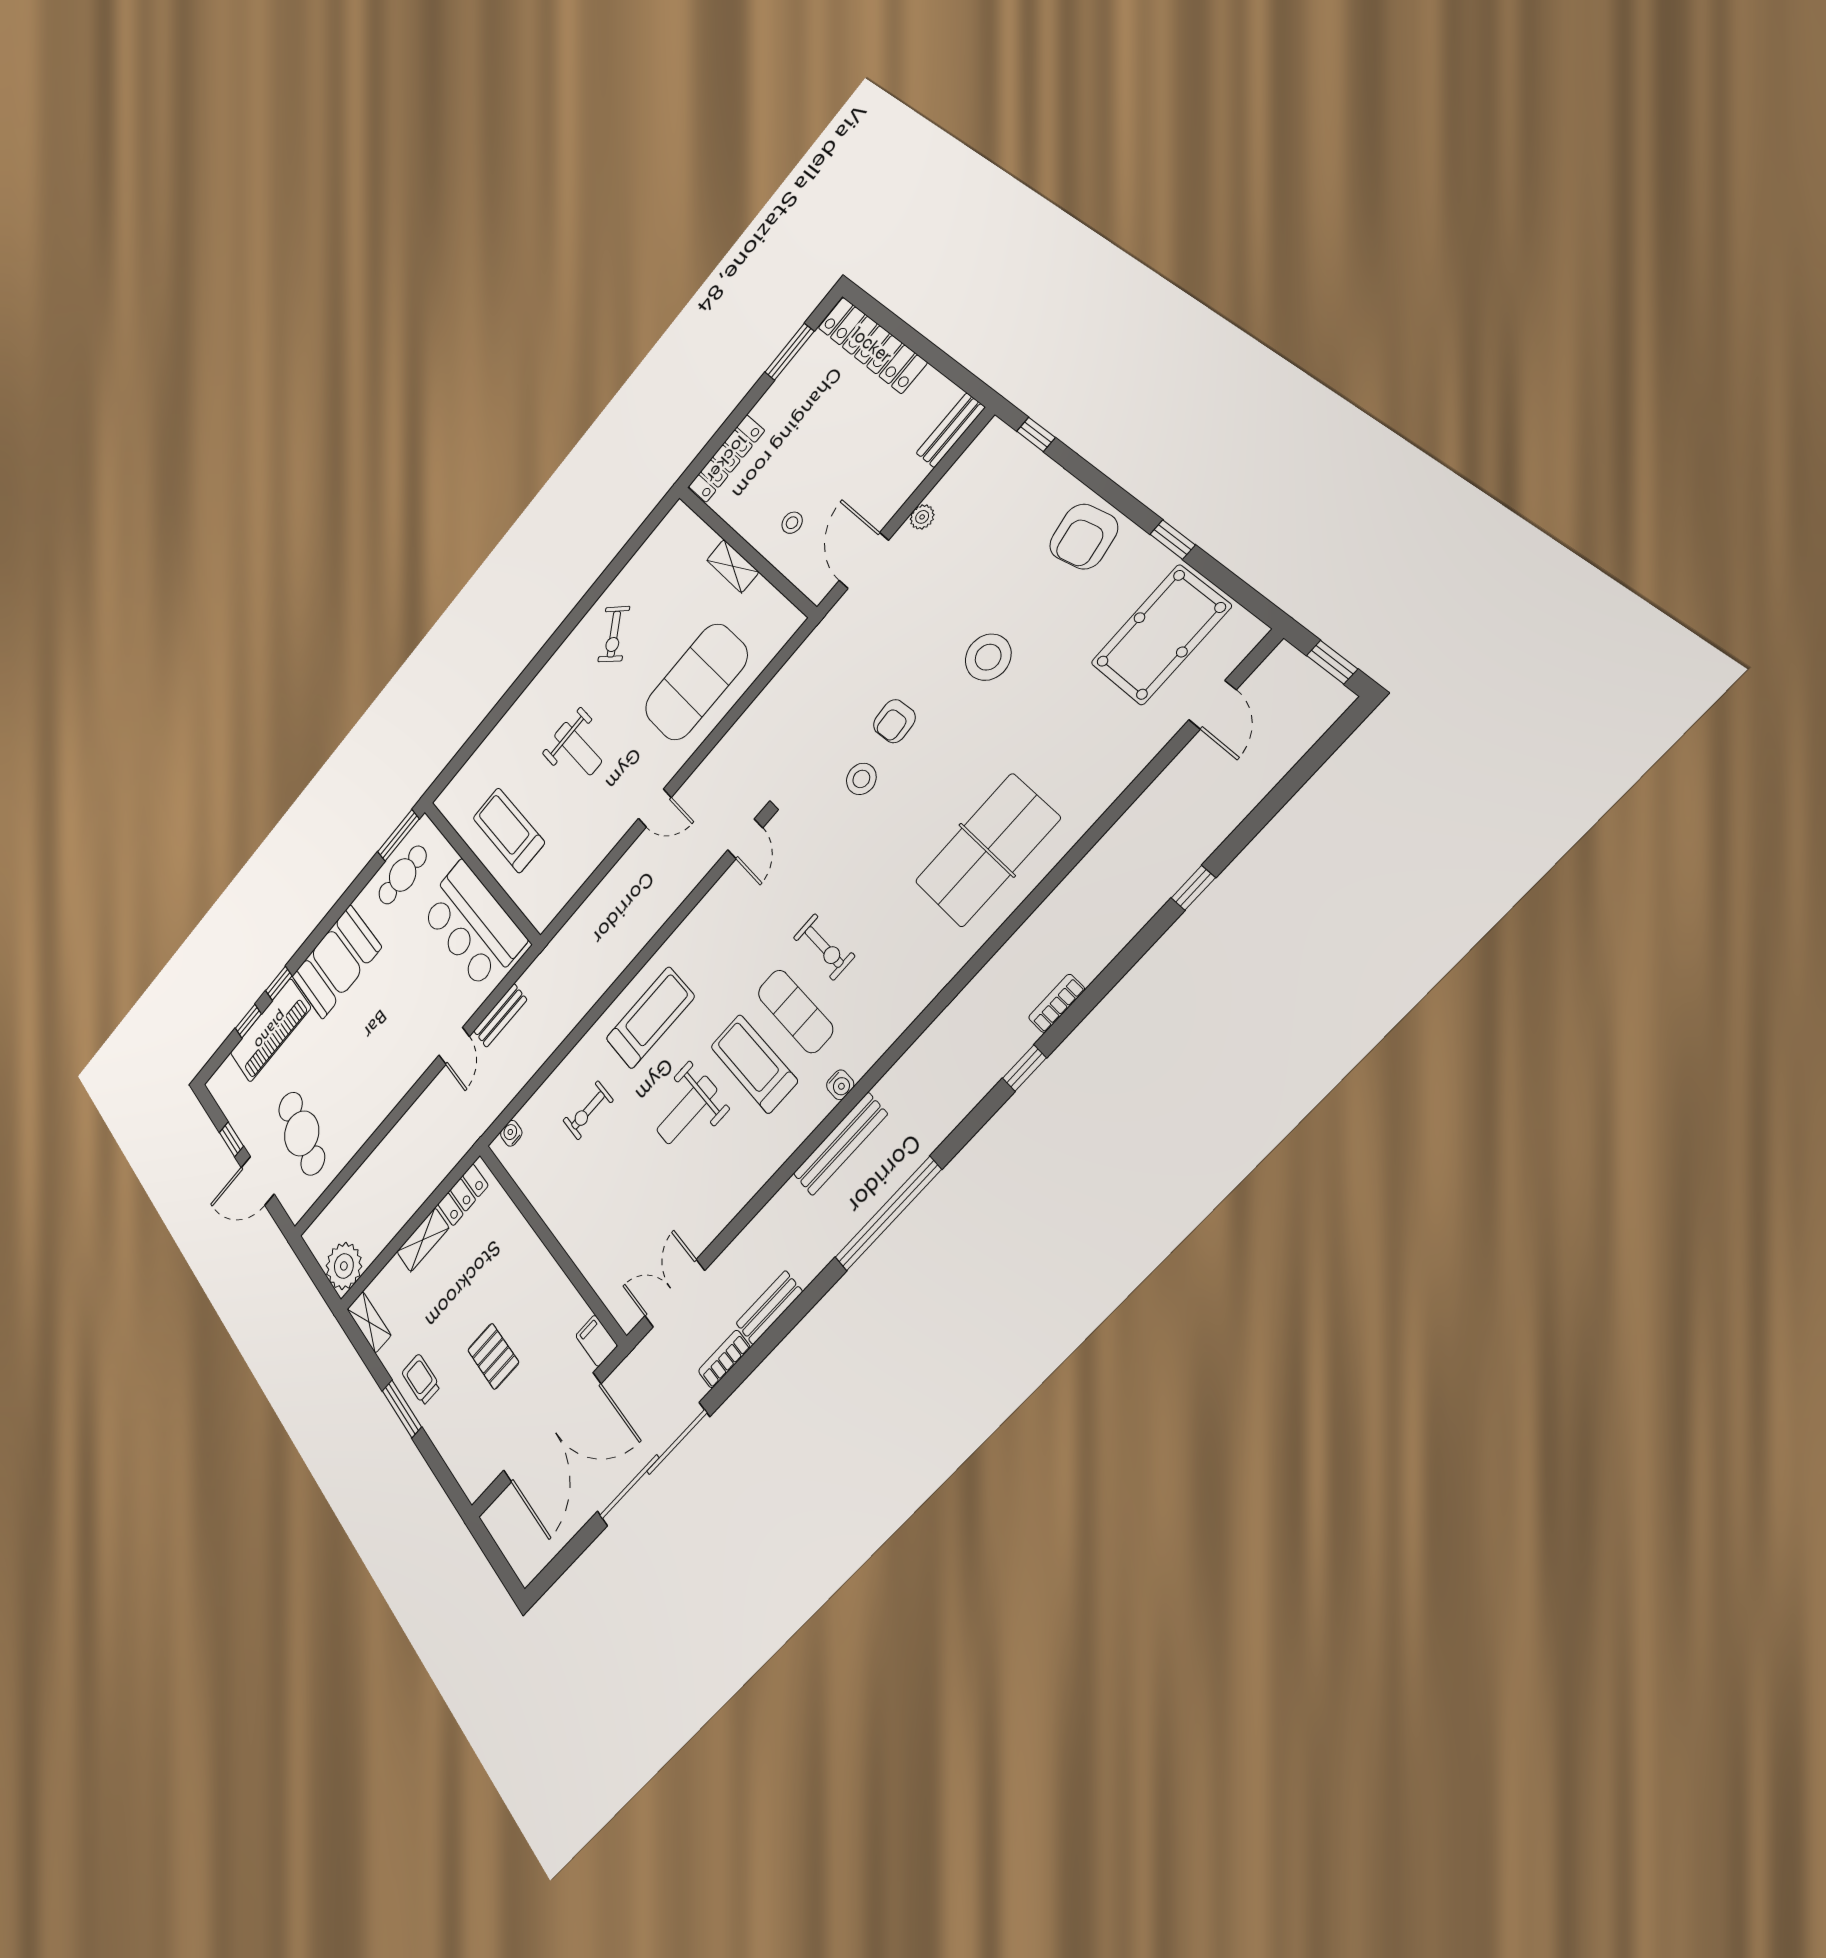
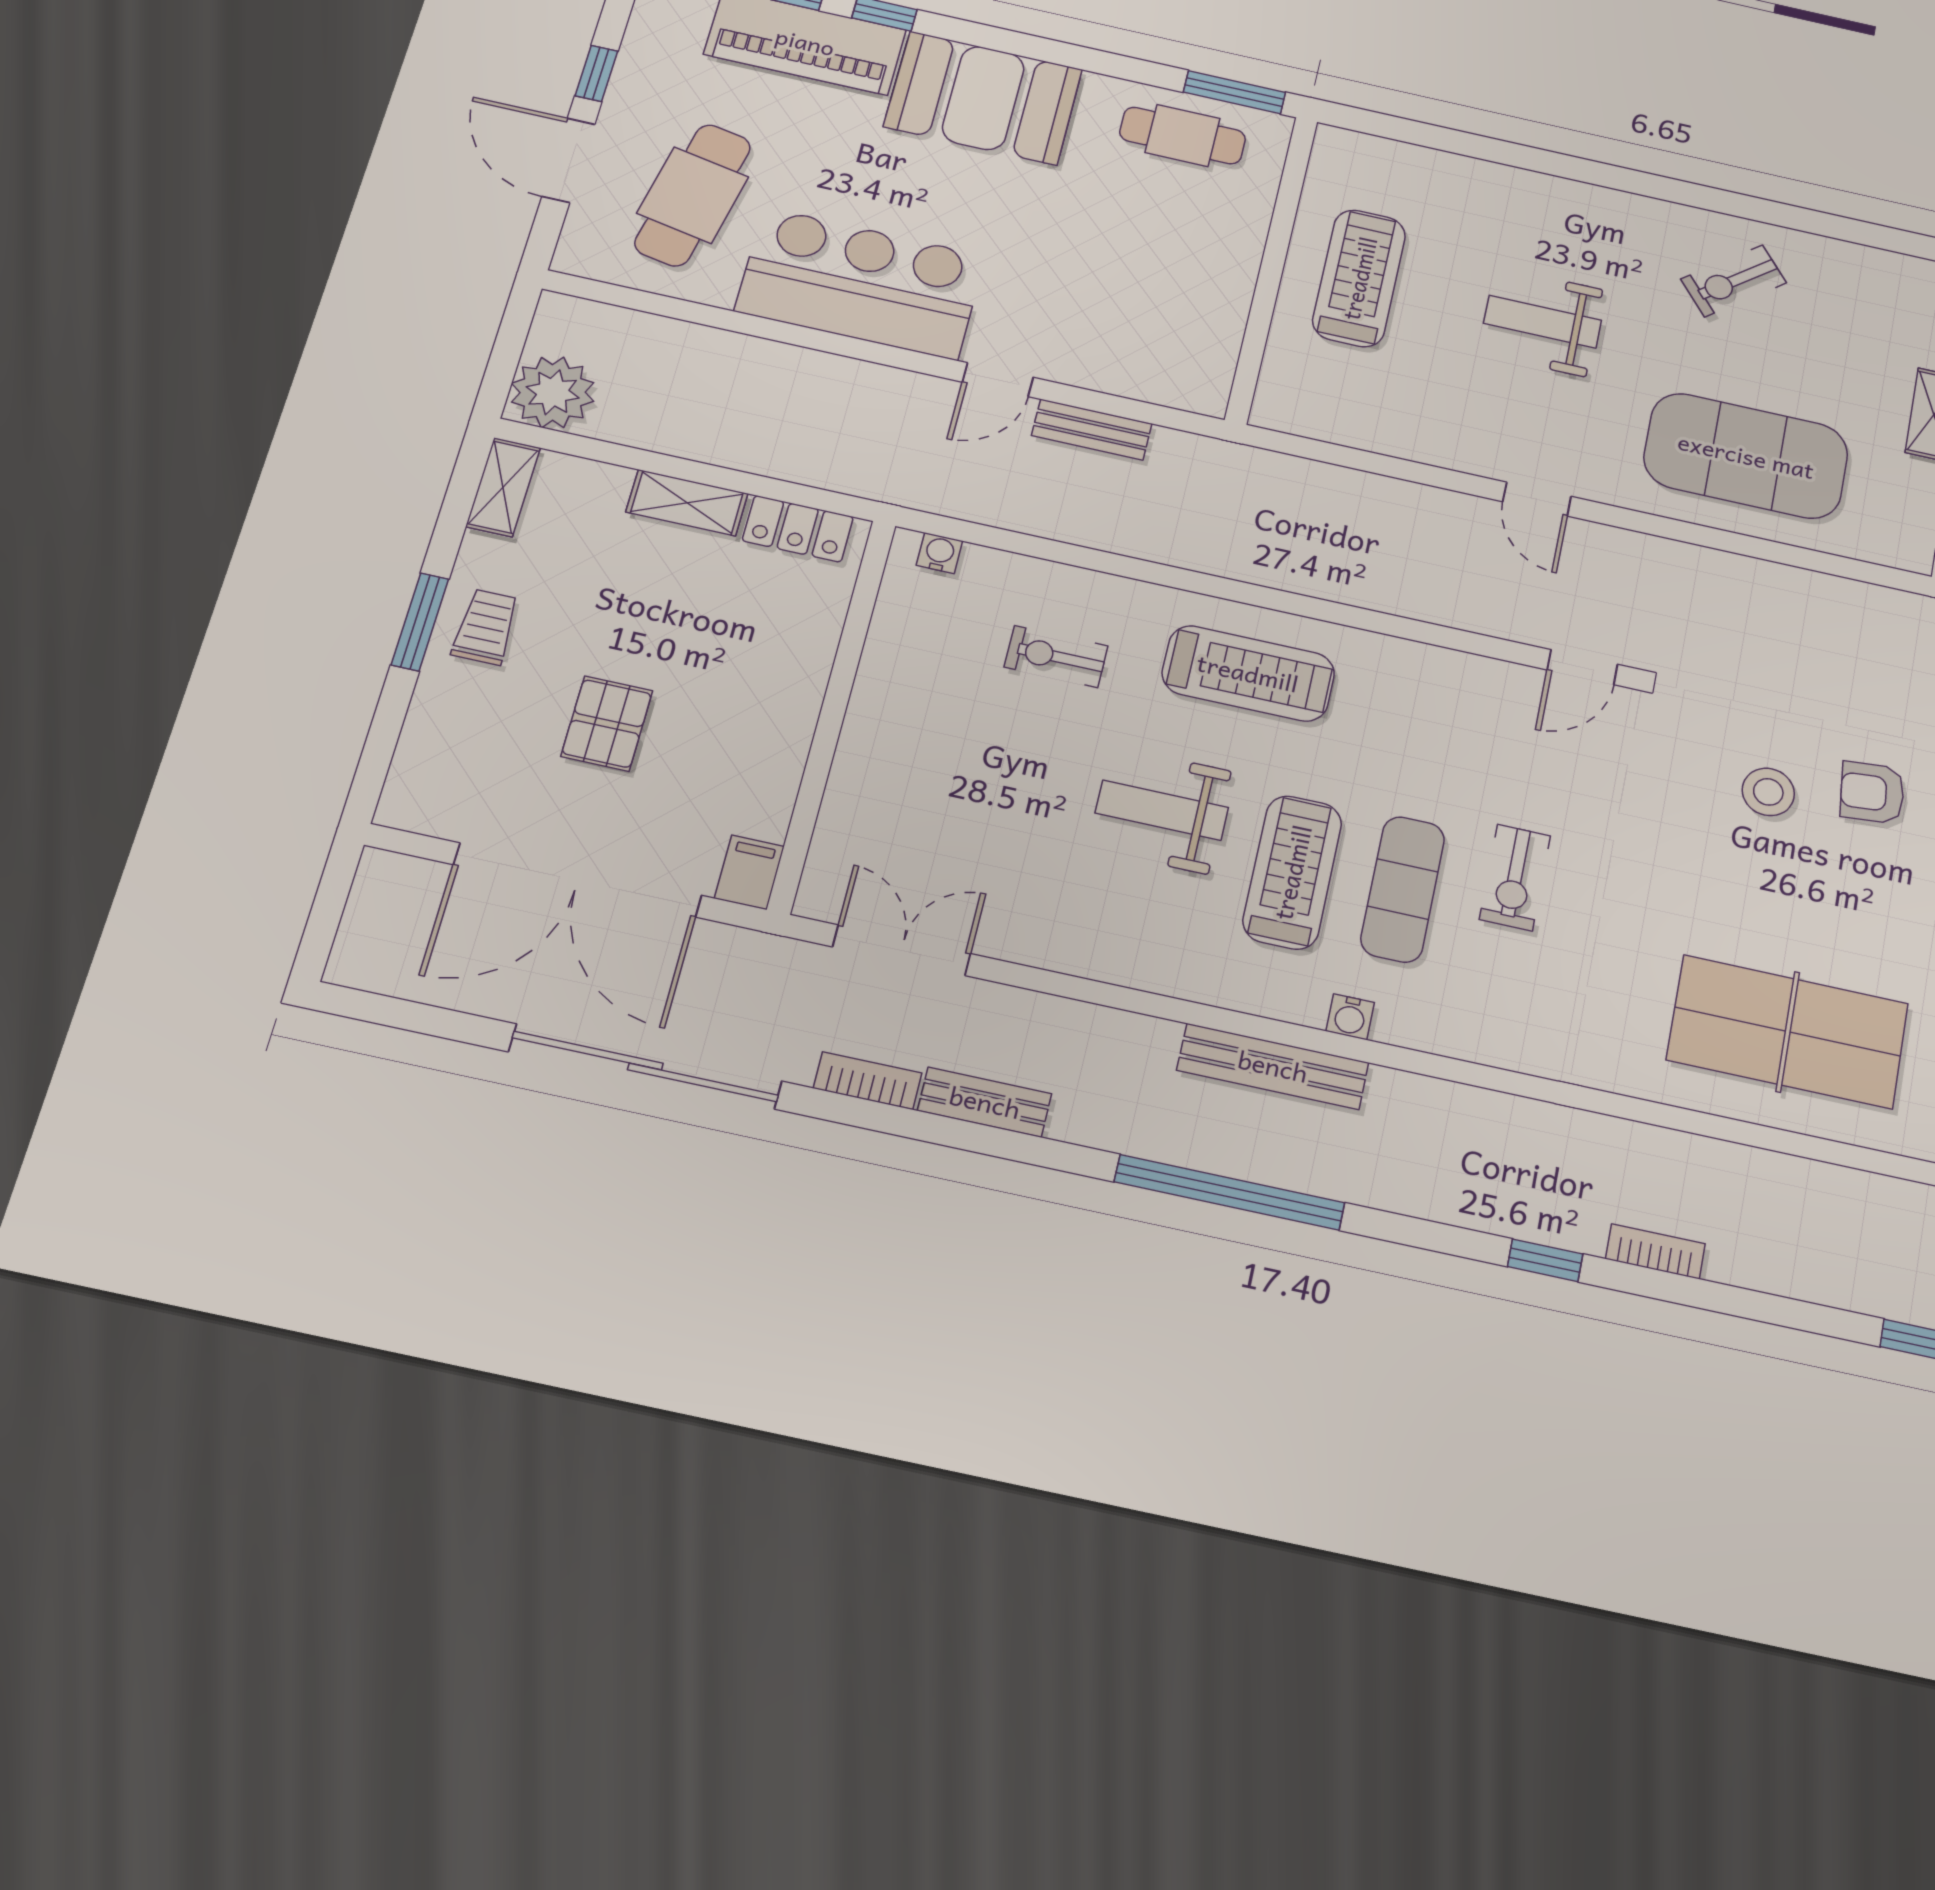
weight bench: (578, 748) -> (1543, 322), turned 90
bar counter: (473, 925) -> (860, 283), moved, turned 90

